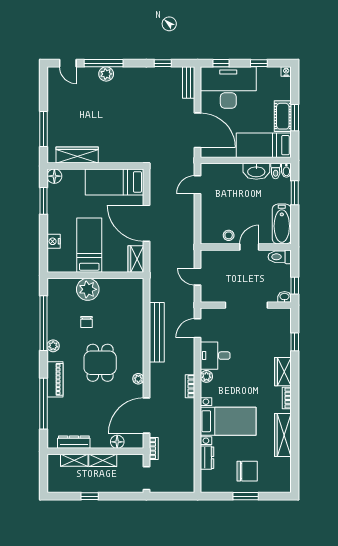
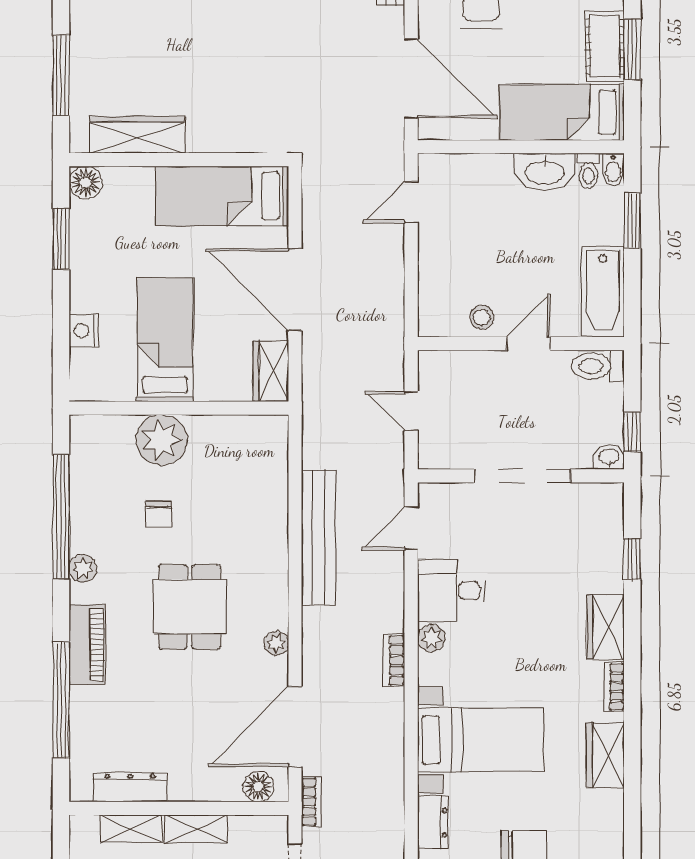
wardrobe: (283, 435) -> (605, 755), width x0.67
floor lamp: (117, 442) -> (258, 787), moved

